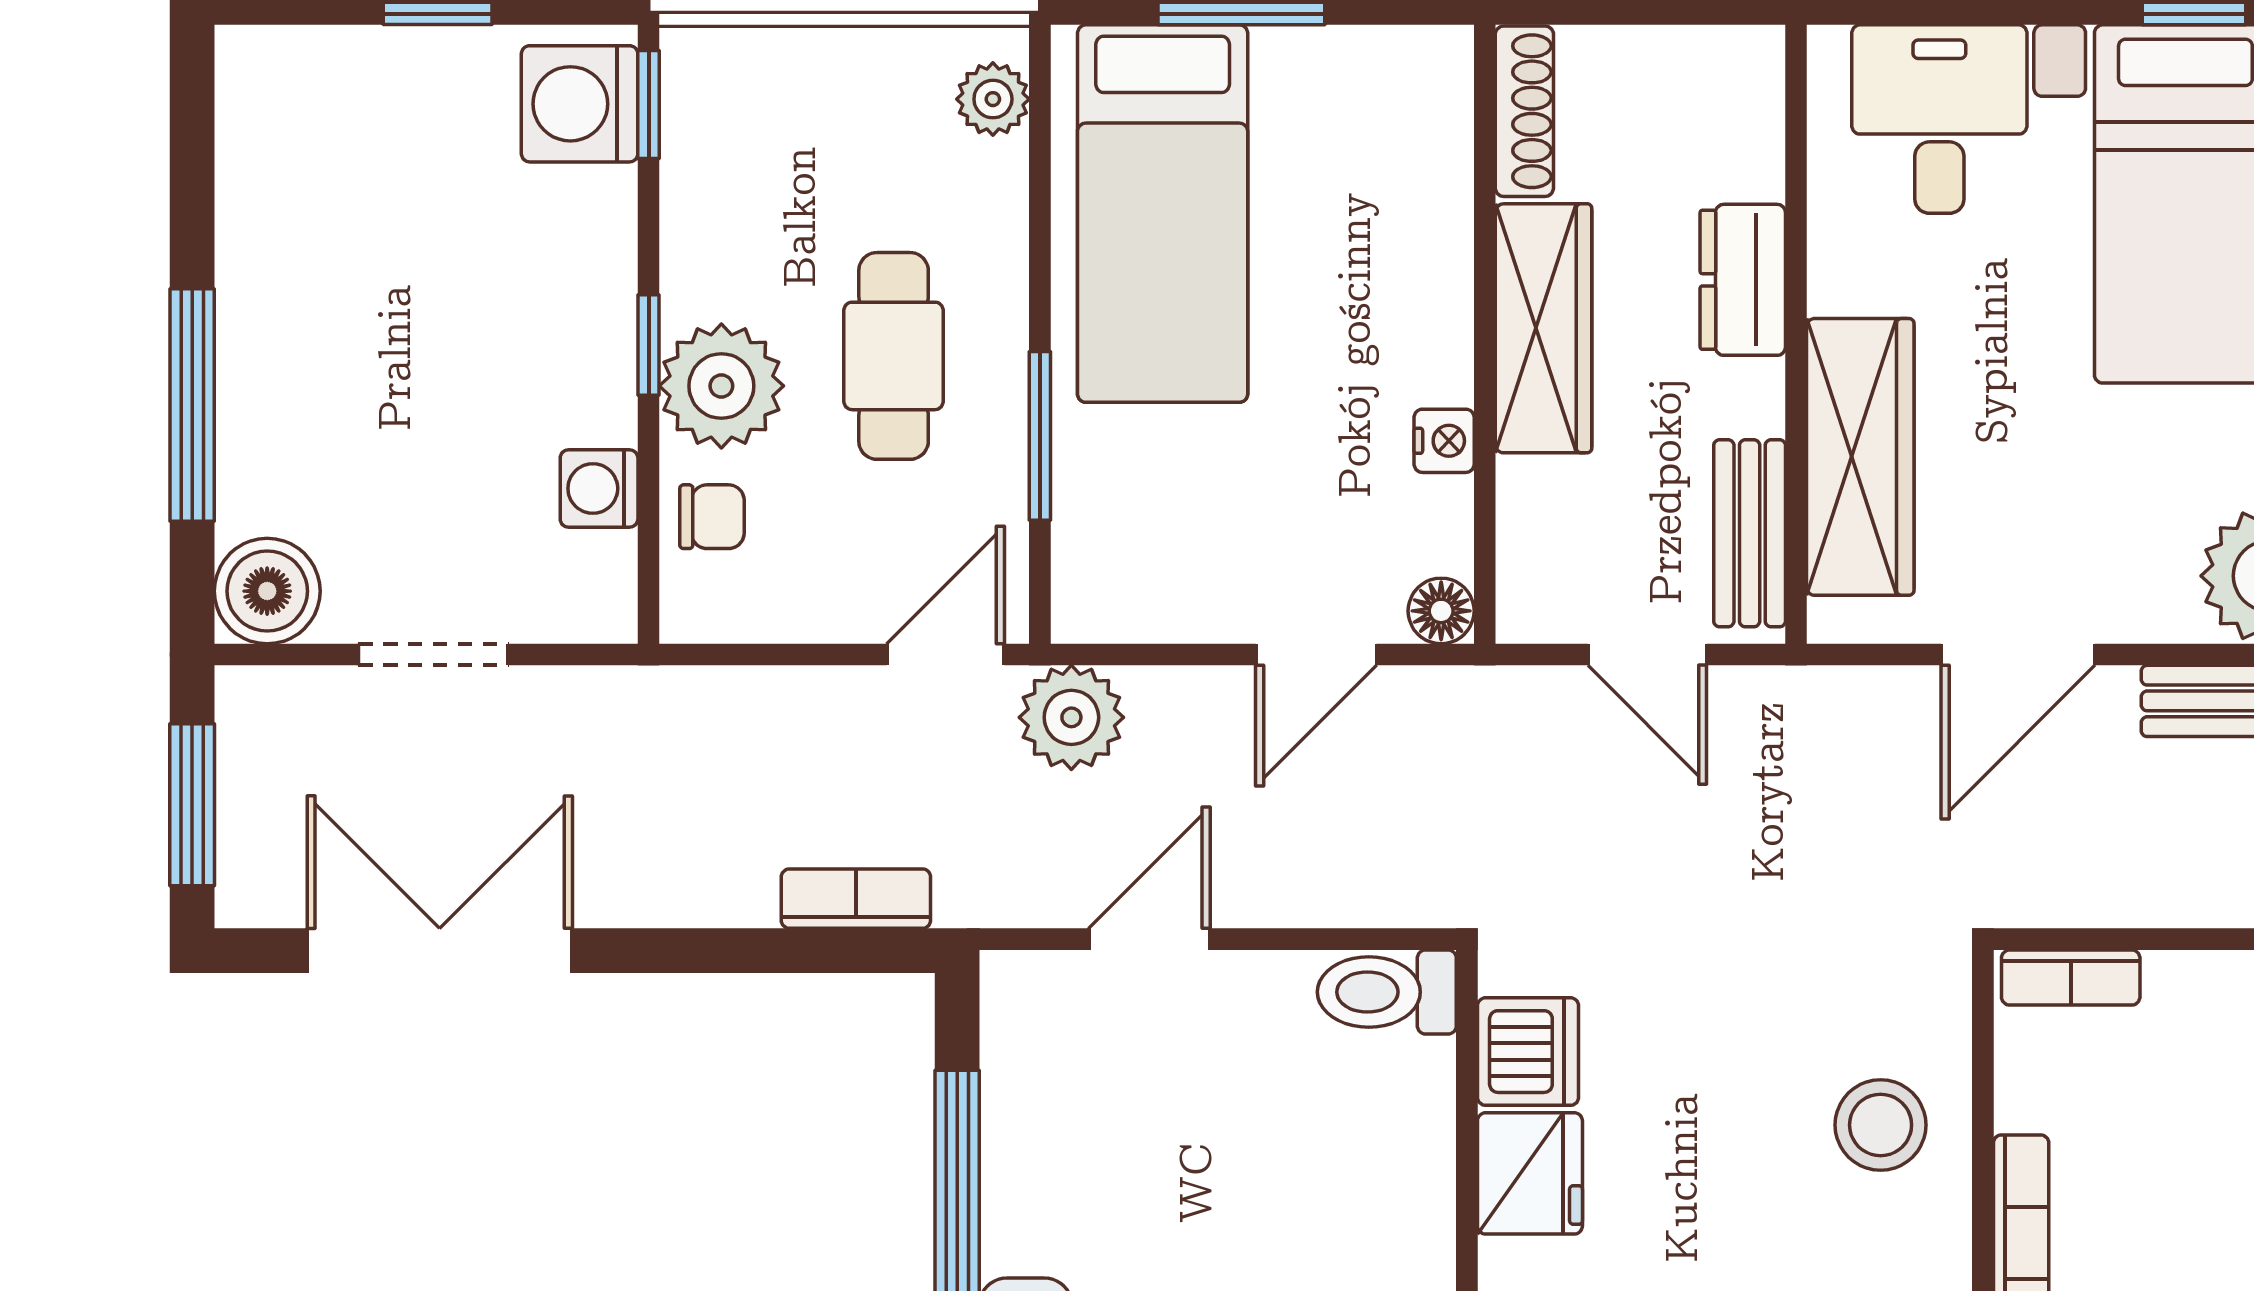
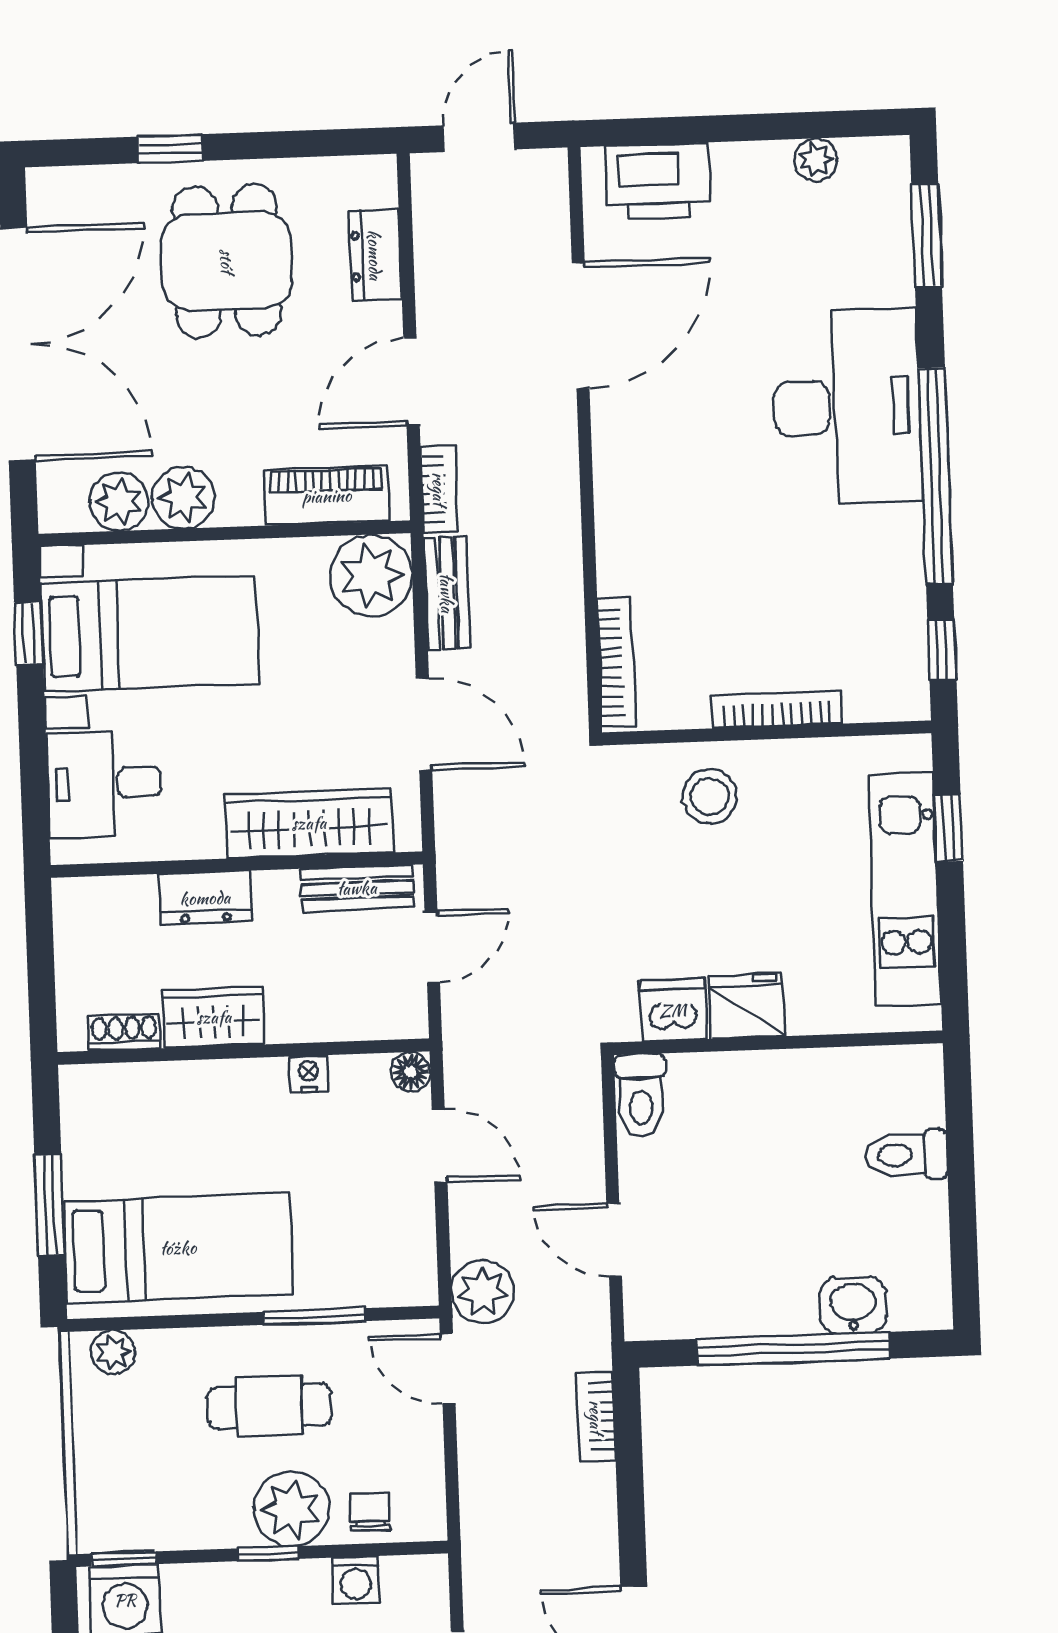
shoe rack: (1524, 111) -> (124, 1032), width x0.70
wardrobe: (1544, 328) -> (214, 1017), width x0.67
bookcase: (2071, 978) -> (616, 662), width x1.56

